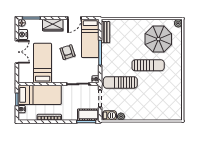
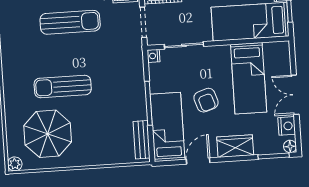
sun lounger: (120, 82) -> (70, 22), moved

